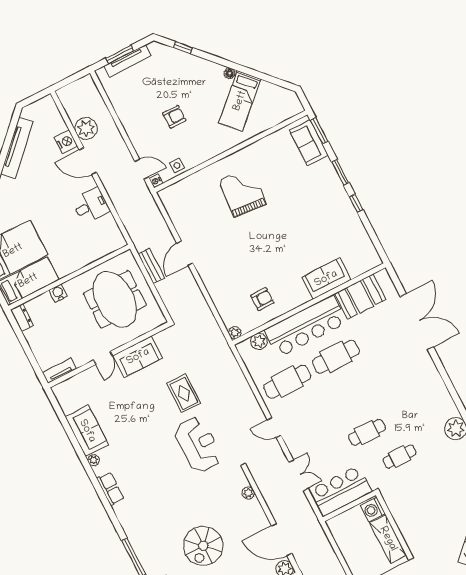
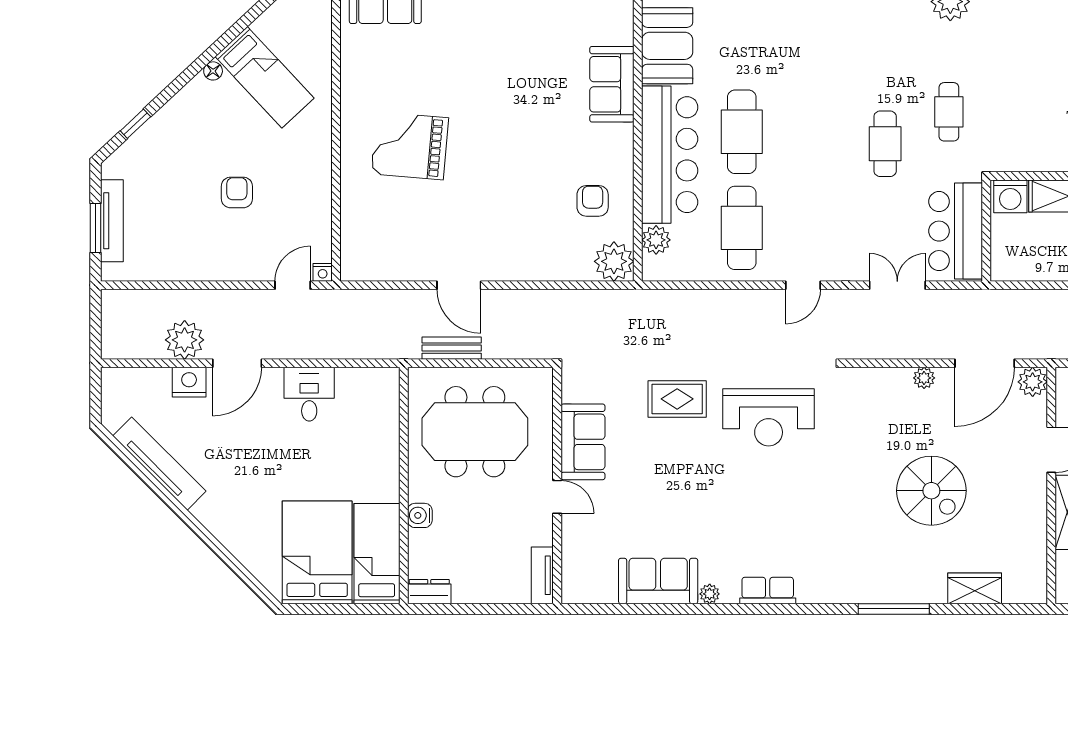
side table: (177, 166) -> (315, 227), removed
plant: (235, 333) -> (614, 261), width x1.88, depth x1.88
reception desk: (198, 444) -> (769, 417), turned 180
plant: (248, 493) -> (924, 378), moved

